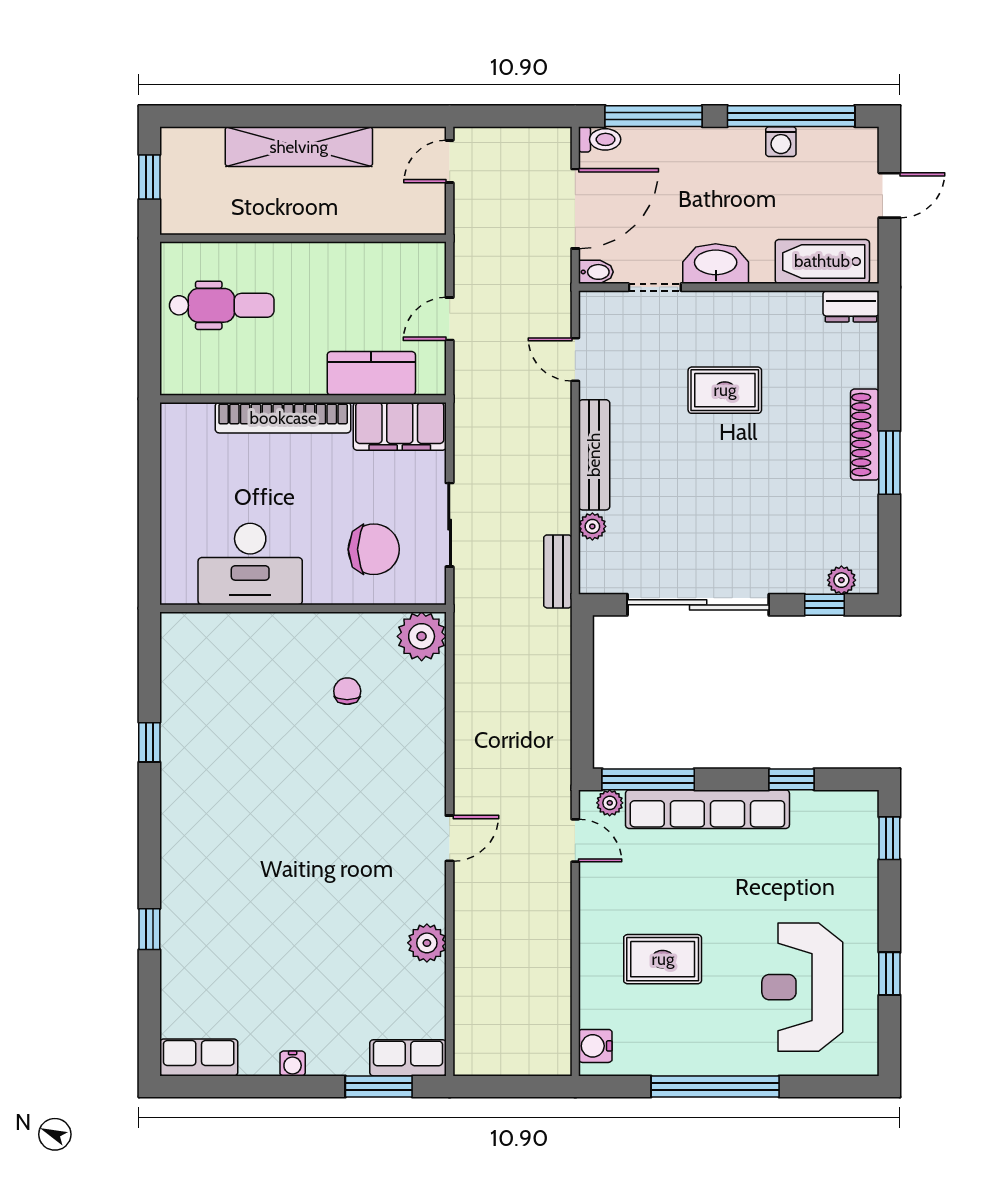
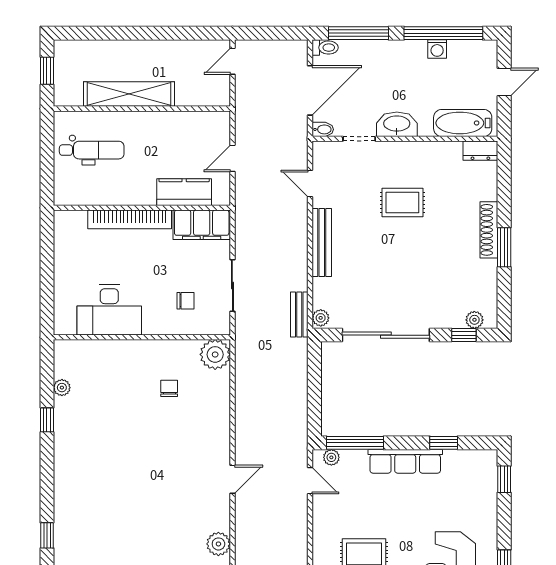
shelving: (299, 147) -> (129, 94), moved
plant: (592, 526) -> (321, 318), moved
chair: (374, 549) -> (186, 301), width x0.54, depth x0.54
plant: (173, 690) -> (62, 388), added
row of seats: (707, 809) -> (405, 461), width x0.73

